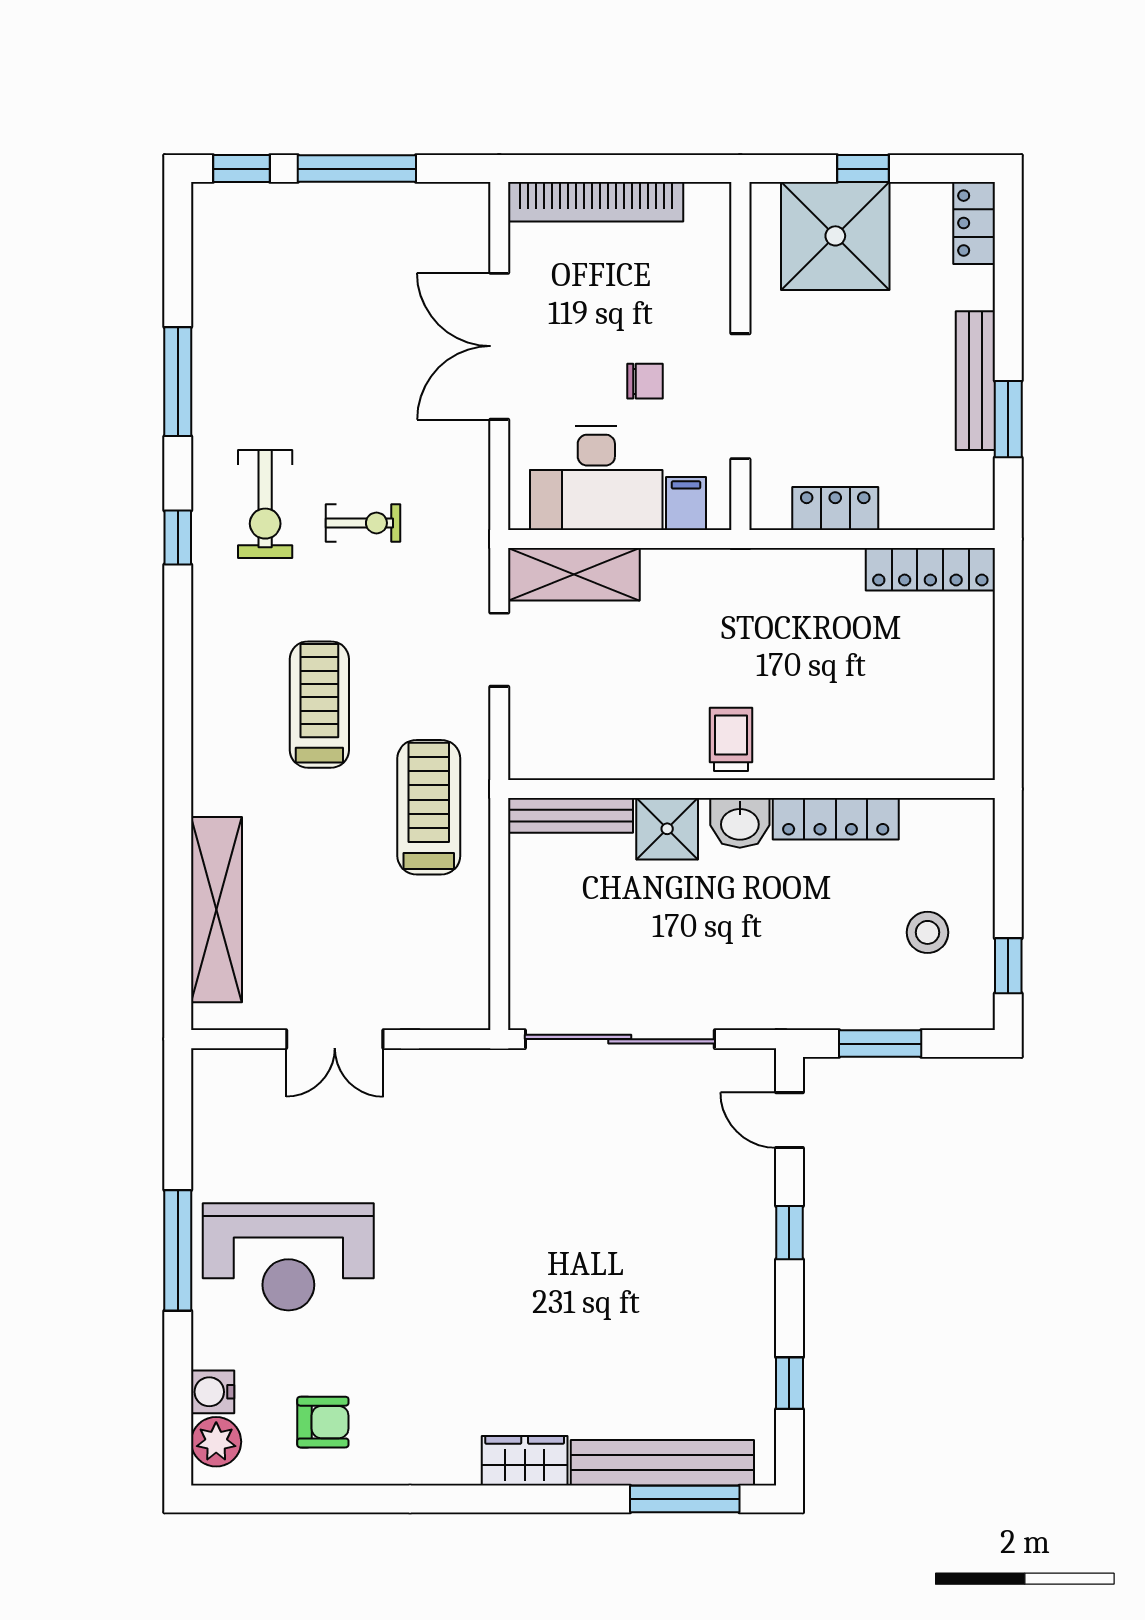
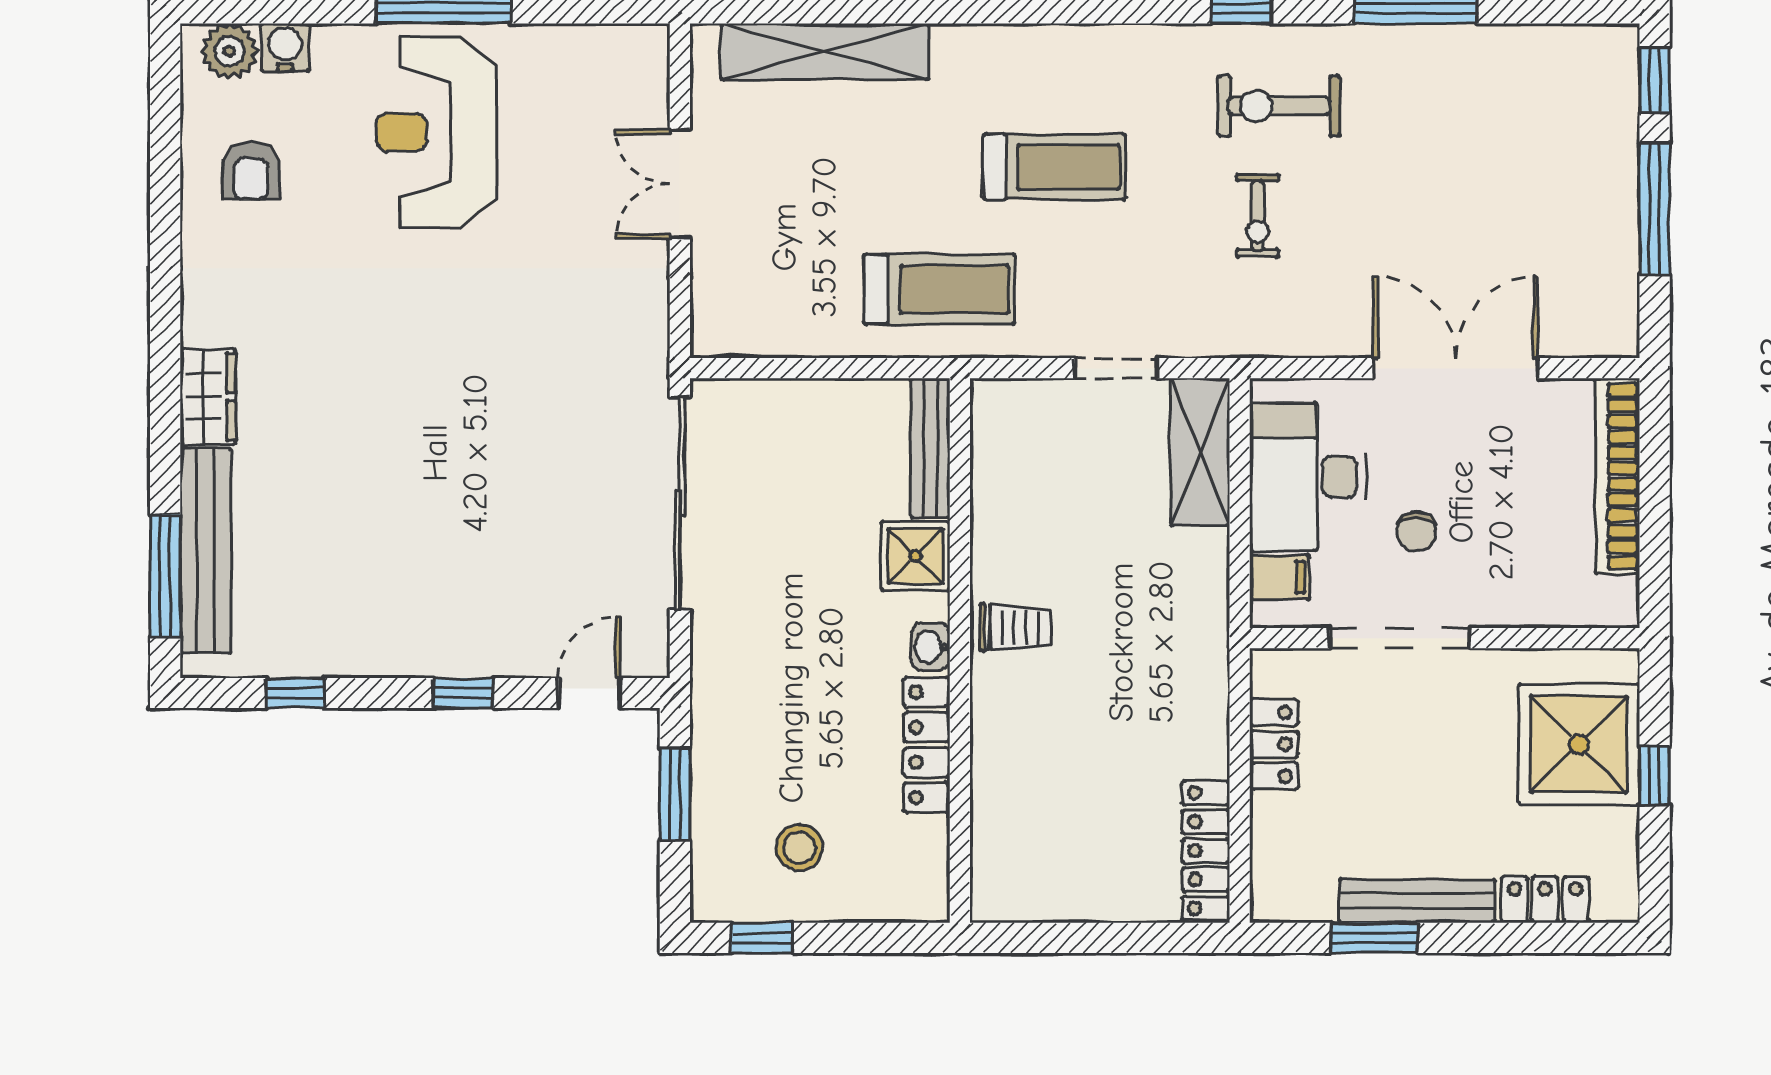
locker: (974, 223) -> (1545, 900), moved
washbasin: (740, 823) -> (931, 647), width x0.72, depth x0.69

